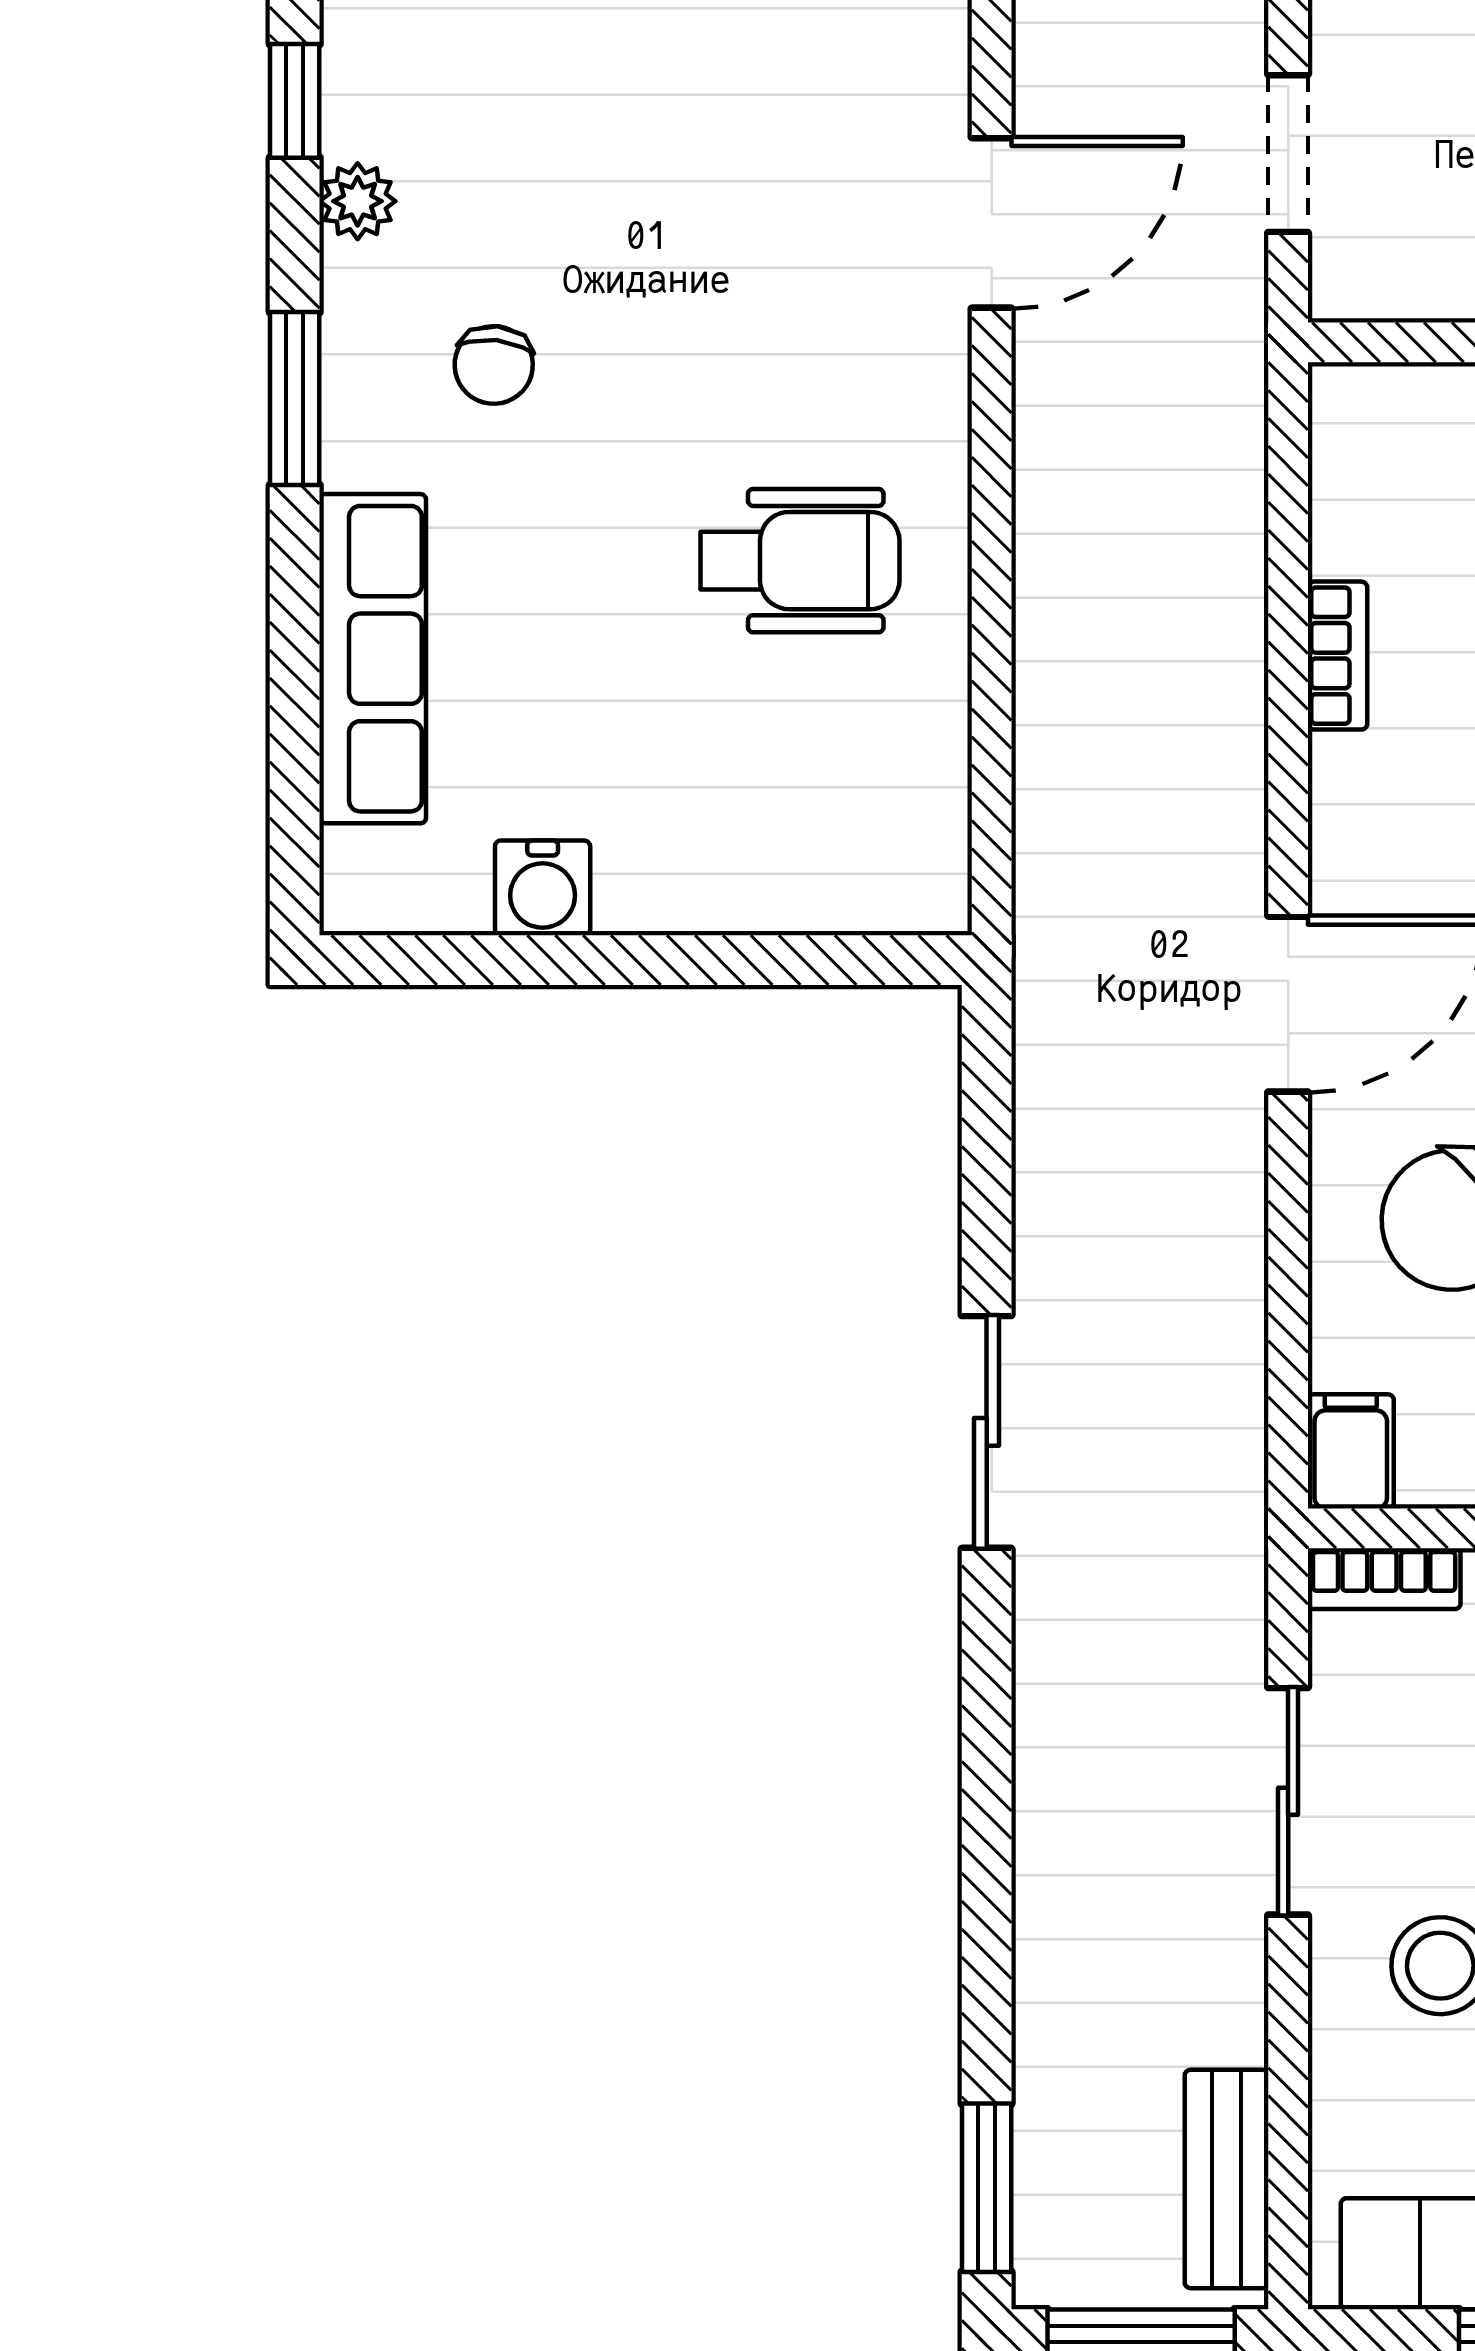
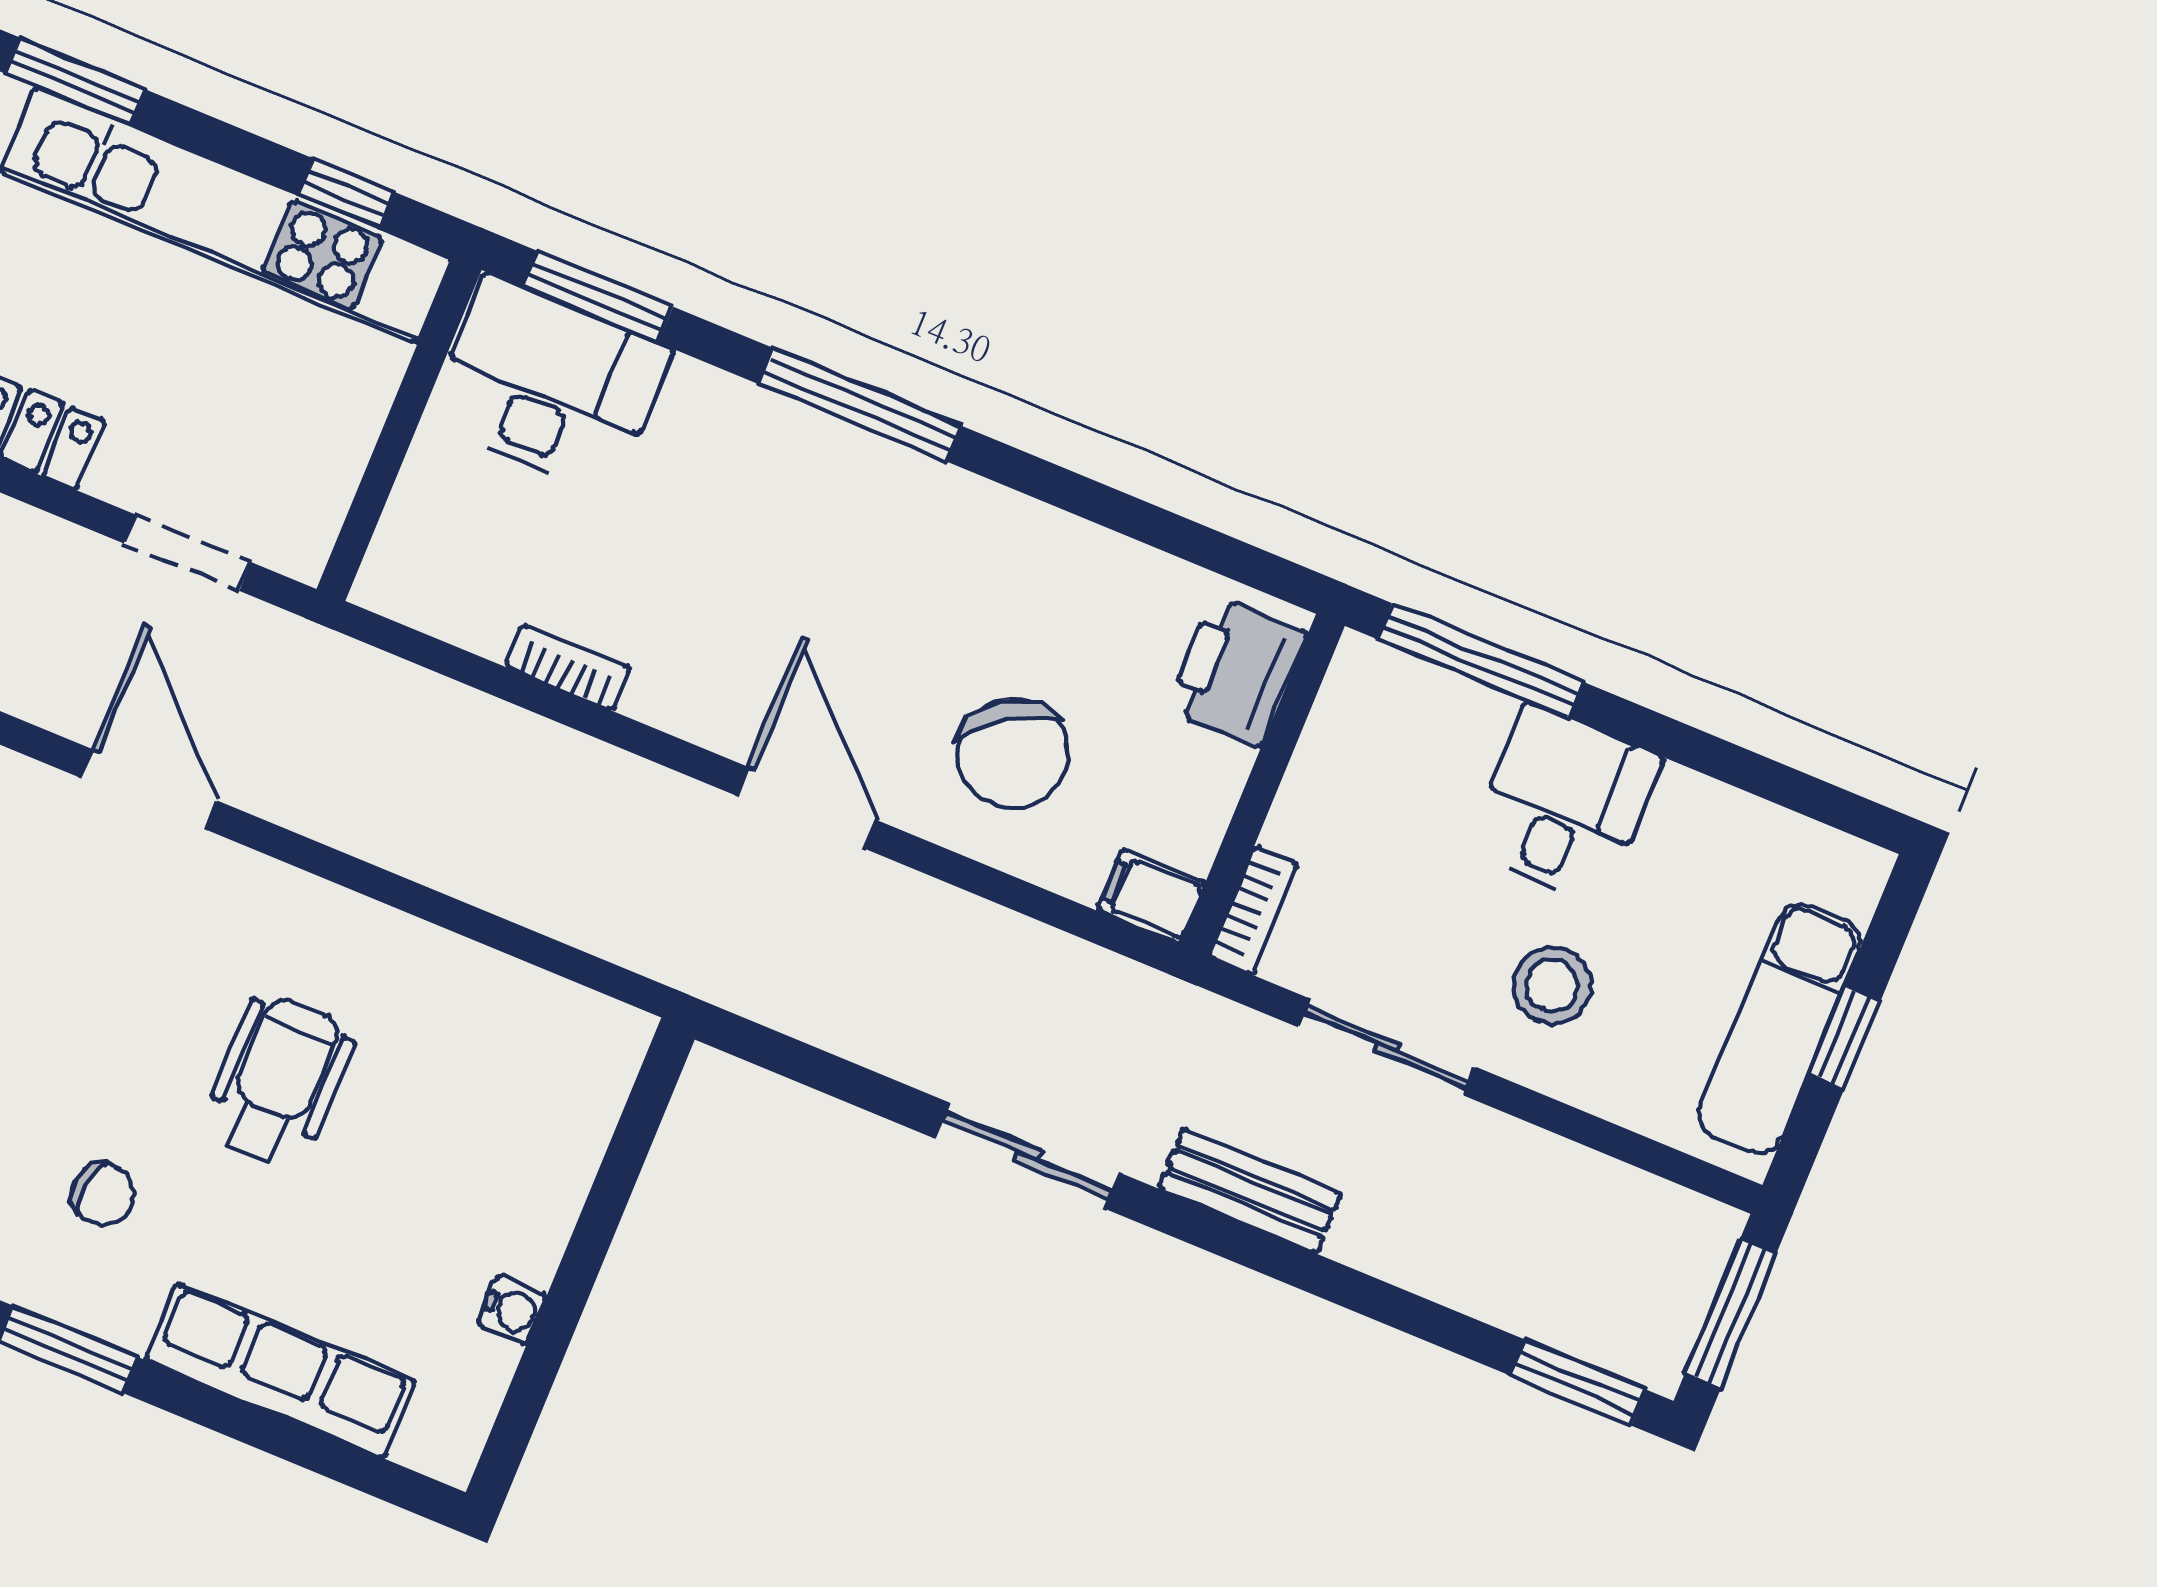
wheelchair: (800, 561) -> (279, 1080), moved
water cooler: (543, 888) -> (512, 1310), width x0.72, depth x0.72
bench: (1227, 2179) -> (1250, 1191), moved

